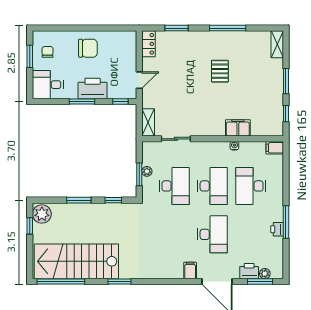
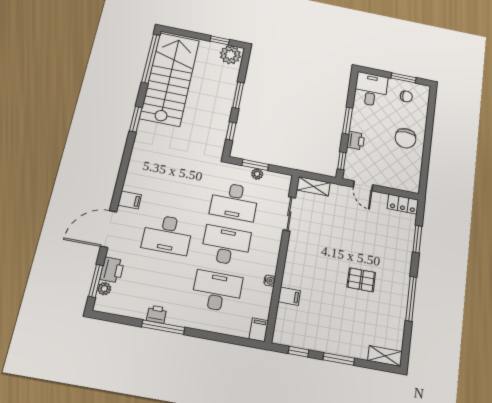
printer: (93, 88) -> (356, 141), width x0.53, depth x0.68
filing cabinet: (238, 128) -> (289, 296), width x0.50
desk: (213, 186) -> (226, 245), turned 180

